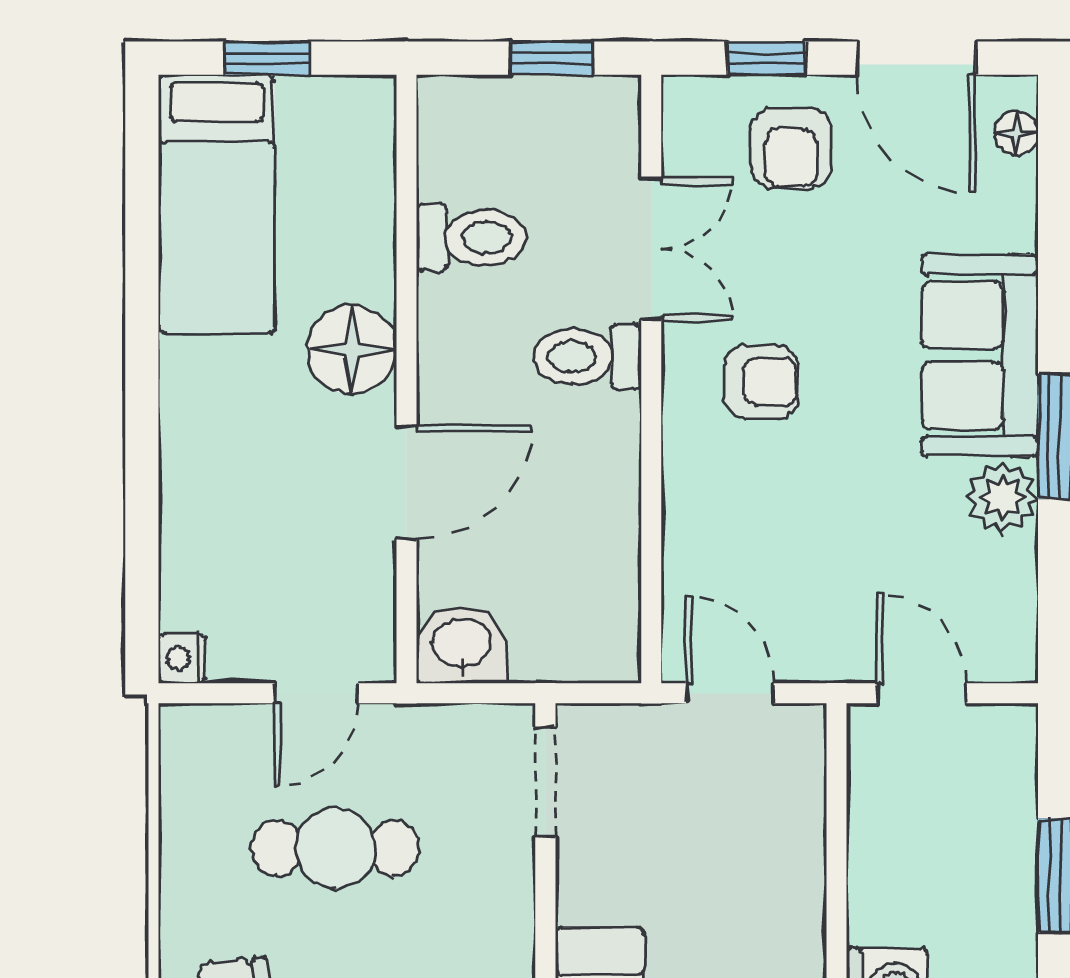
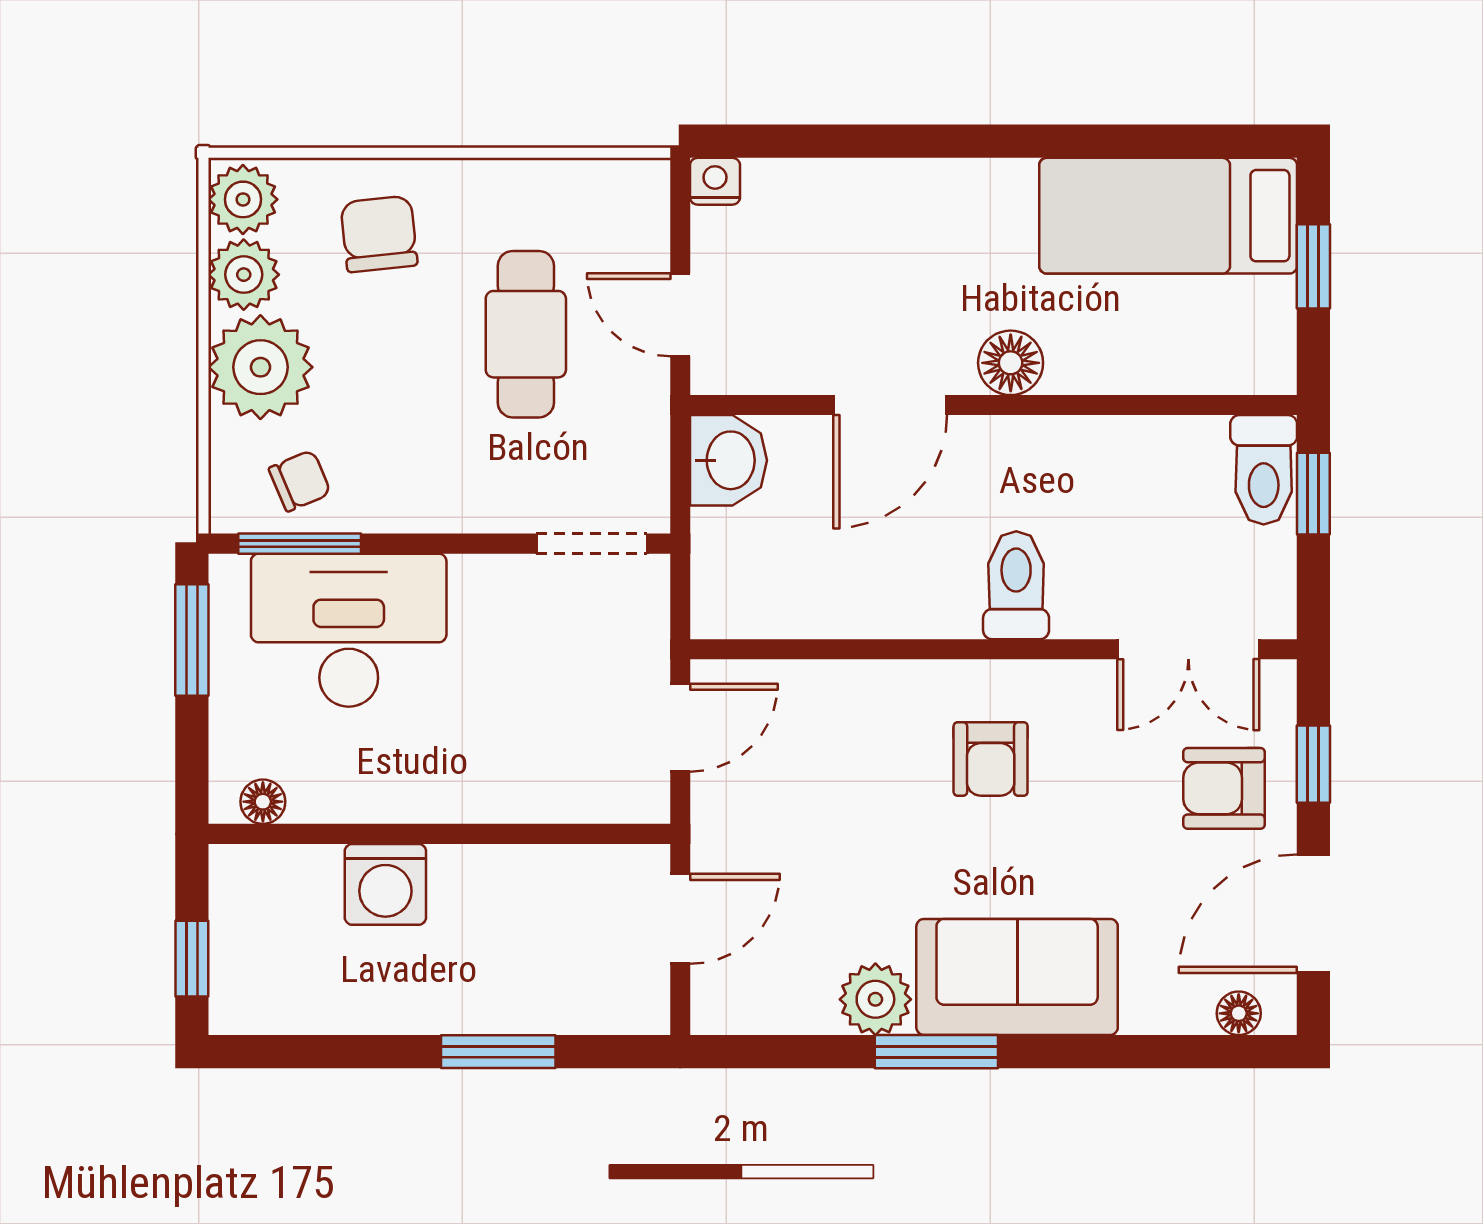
window: (552, 58) -> (1313, 494), moved
toilet: (471, 238) -> (1264, 470), moved
double door: (651, 249) -> (1188, 649), moved
floor lamp: (352, 350) -> (1011, 363), width x0.73, depth x0.73
door: (406, 483) -> (890, 405), hinge flipped

